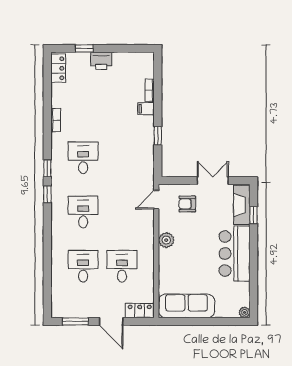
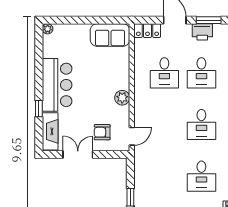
double door: (213, 181) -> (78, 154), swing flipped
armchair: (187, 204) -> (102, 132), turned 180
window: (254, 215) -> (39, 109), moved
sofa: (187, 306) -> (110, 35), width x0.73
printer: (82, 309) -> (202, 32), added

